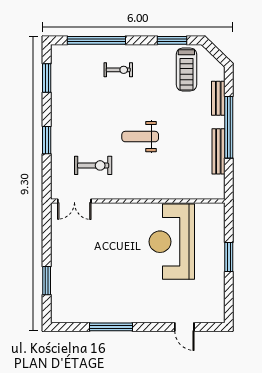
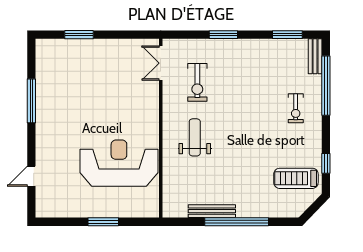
window: (172, 40) -> (326, 163), width x0.67
bench: (218, 98) -> (315, 56), moved, turned 90
weight bench: (140, 137) -> (195, 137), moved

